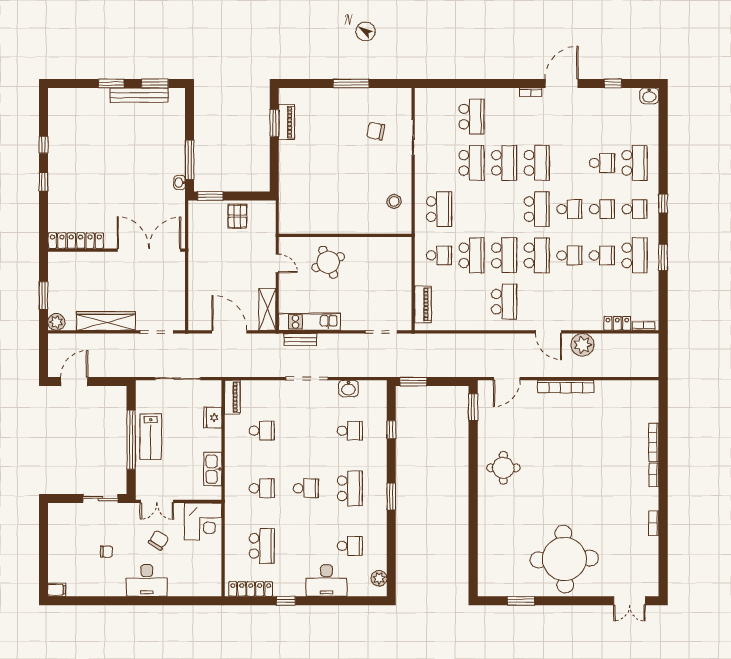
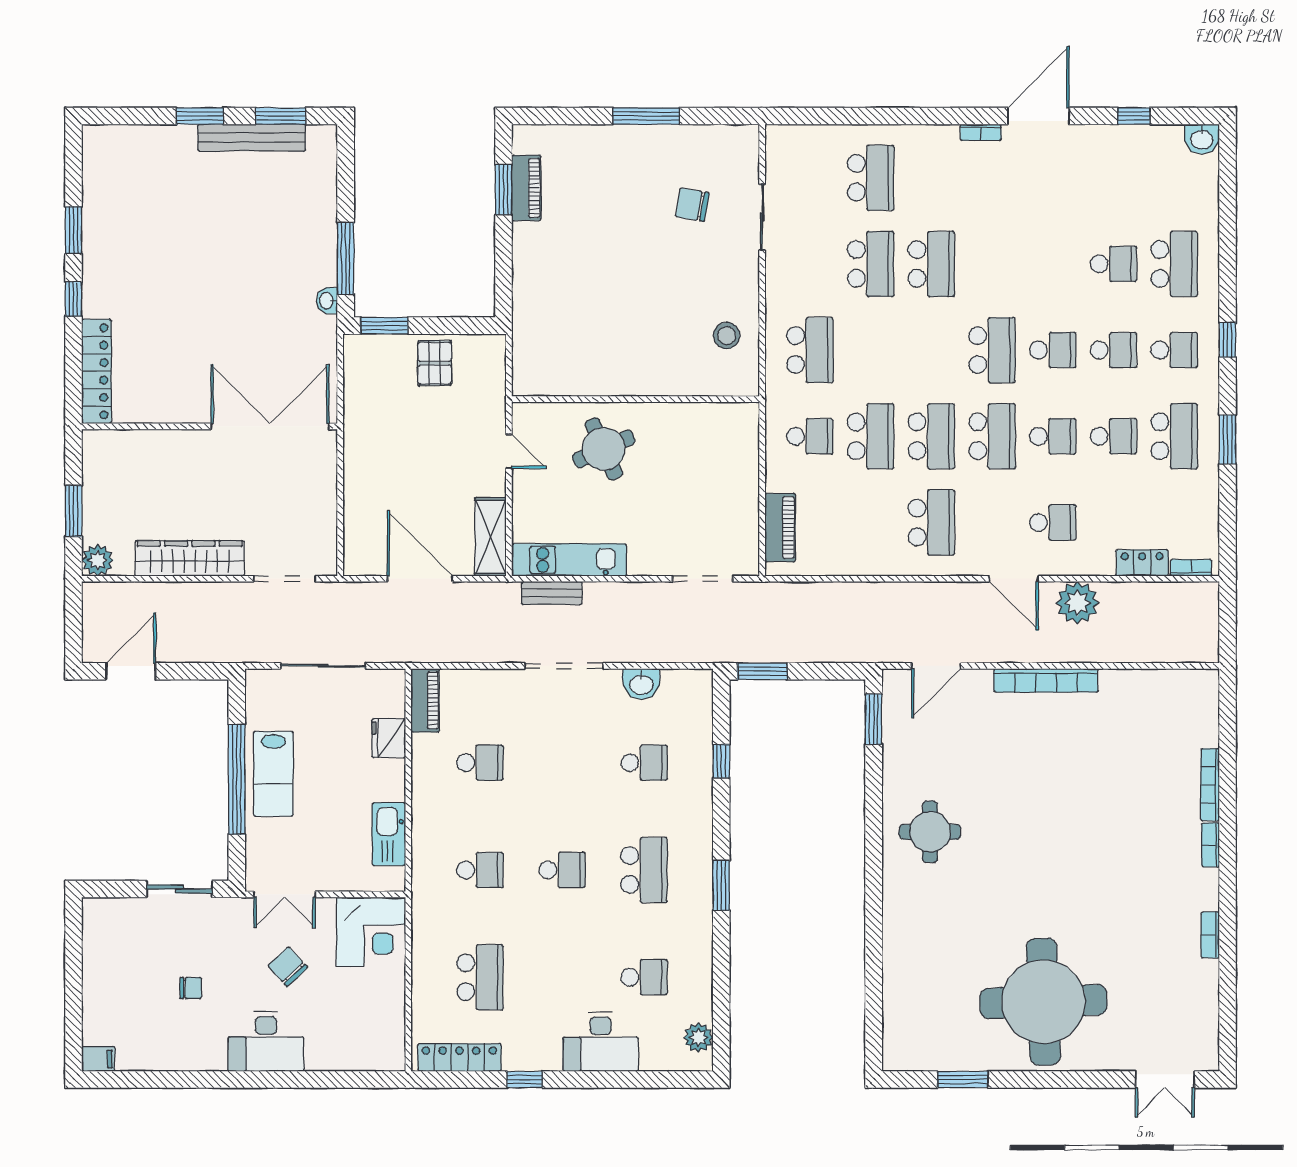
window: (43, 145) -> (73, 230), width x1.50
school desk: (537, 163) -> (1053, 522), moved, width x0.54
locker: (76, 241) -> (96, 371), moved, turned 90
chair: (159, 540) -> (288, 967), turned -76

